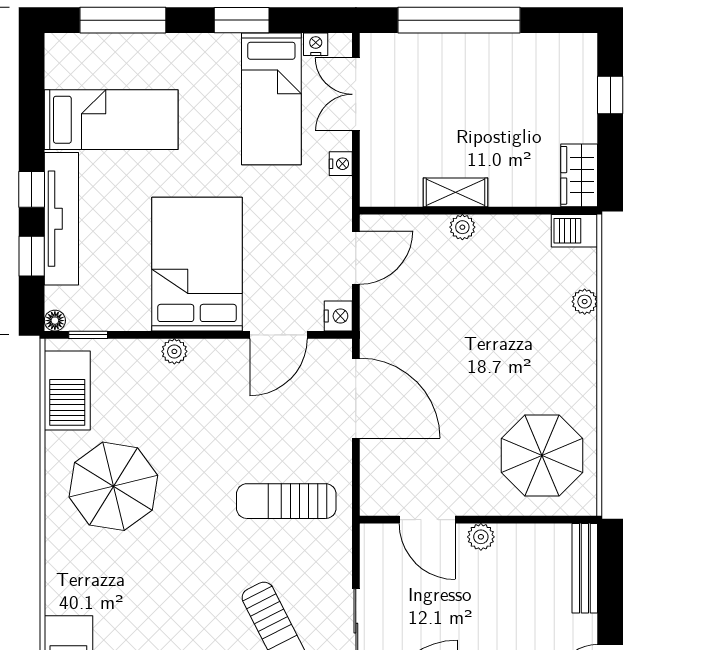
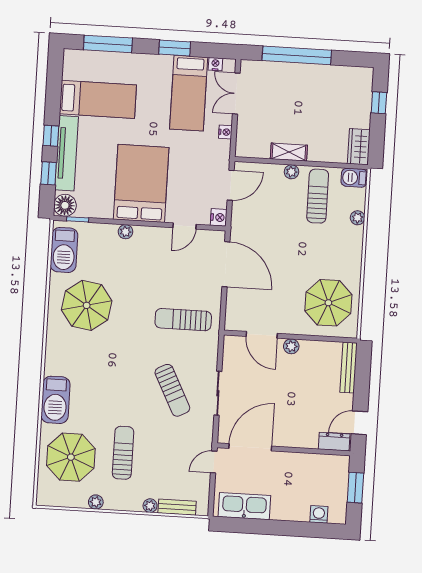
sun lounger: (511, 267) -> (318, 196), added
floor lamp: (55, 321) -> (65, 205), width x1.89, depth x1.89
door: (278, 335) -> (184, 226), width x0.73

